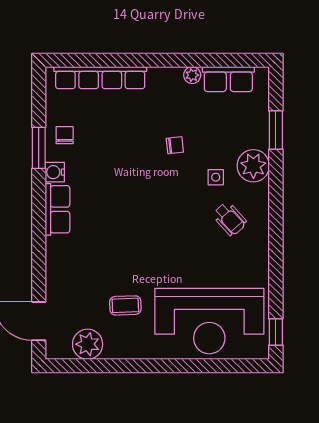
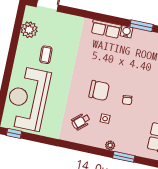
chair: (65, 135) -> (99, 90), moved, width x1.87, depth x1.87
plant: (253, 166) -> (110, 145), width x0.53, depth x0.53

